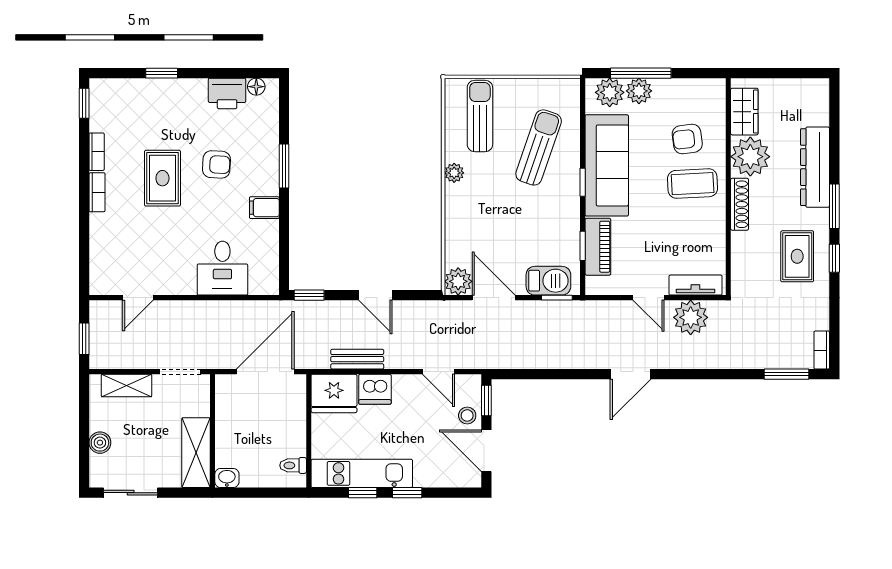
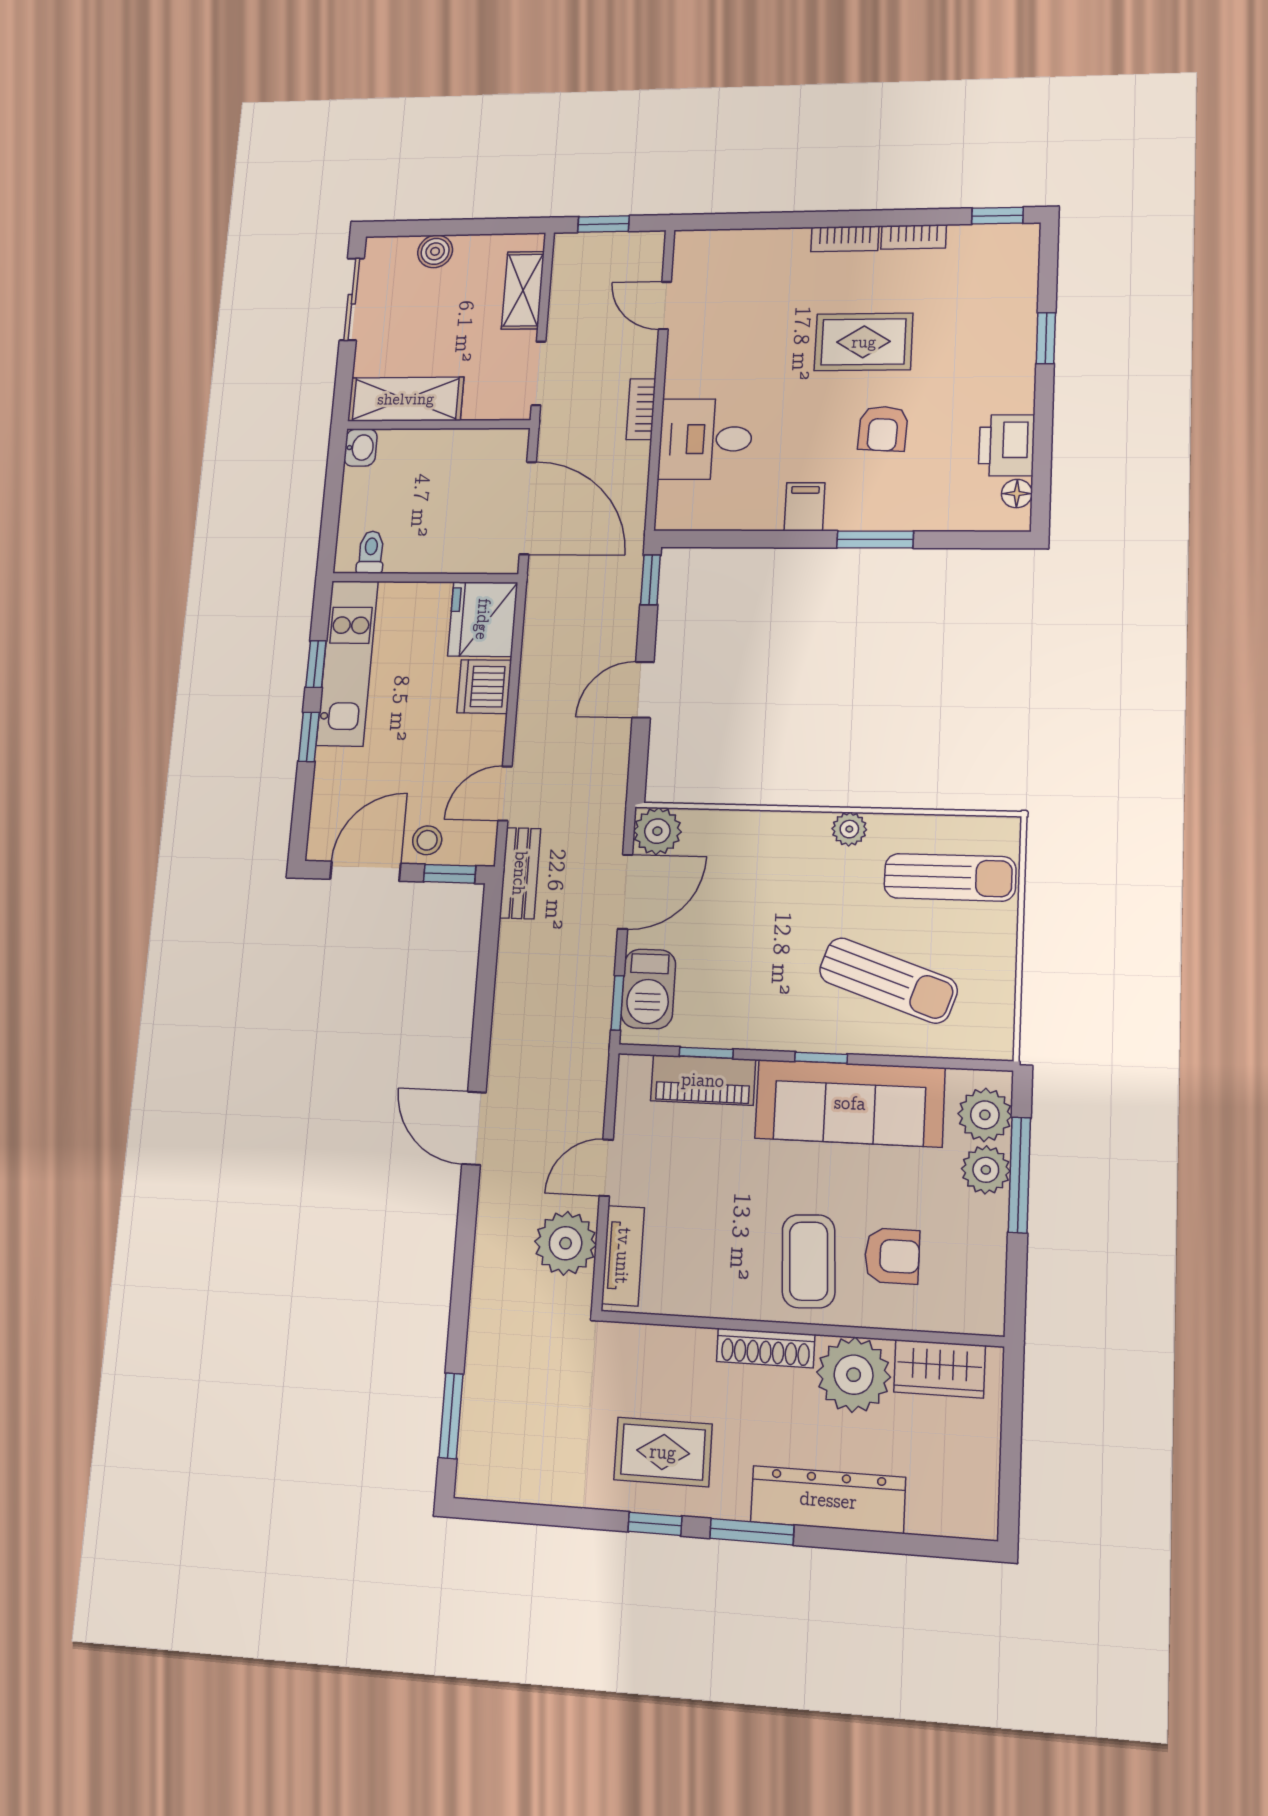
armchair: (687, 139) -> (892, 1256), turned 97
bookcase: (822, 350) -> (641, 409), moved, turned -90
bench: (357, 359) -> (520, 873), moved

